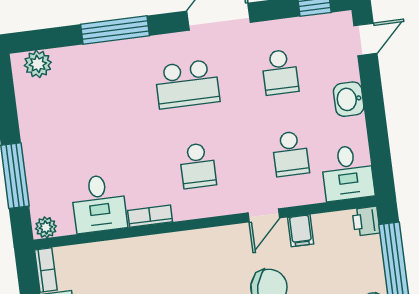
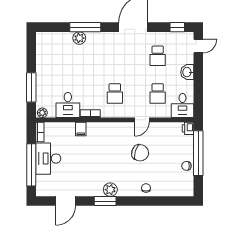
plant: (38, 64) -> (79, 38), moved
school desk: (187, 84) -> (115, 56), removed
filing cabinet: (301, 231) -> (81, 129), moved

